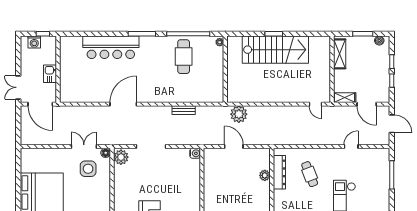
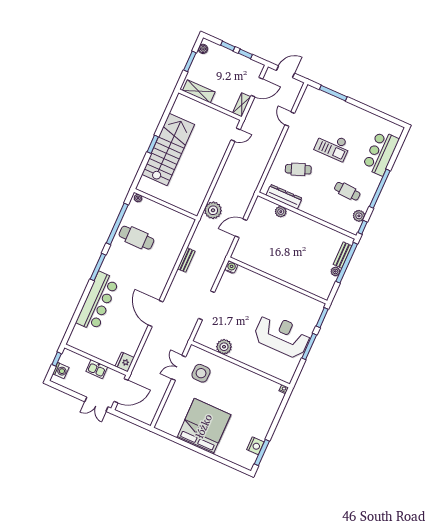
fridge: (67, 96) -> (125, 362), added
floor lamp: (106, 153) -> (194, 350), removed
plant: (121, 157) -> (224, 347), moved

